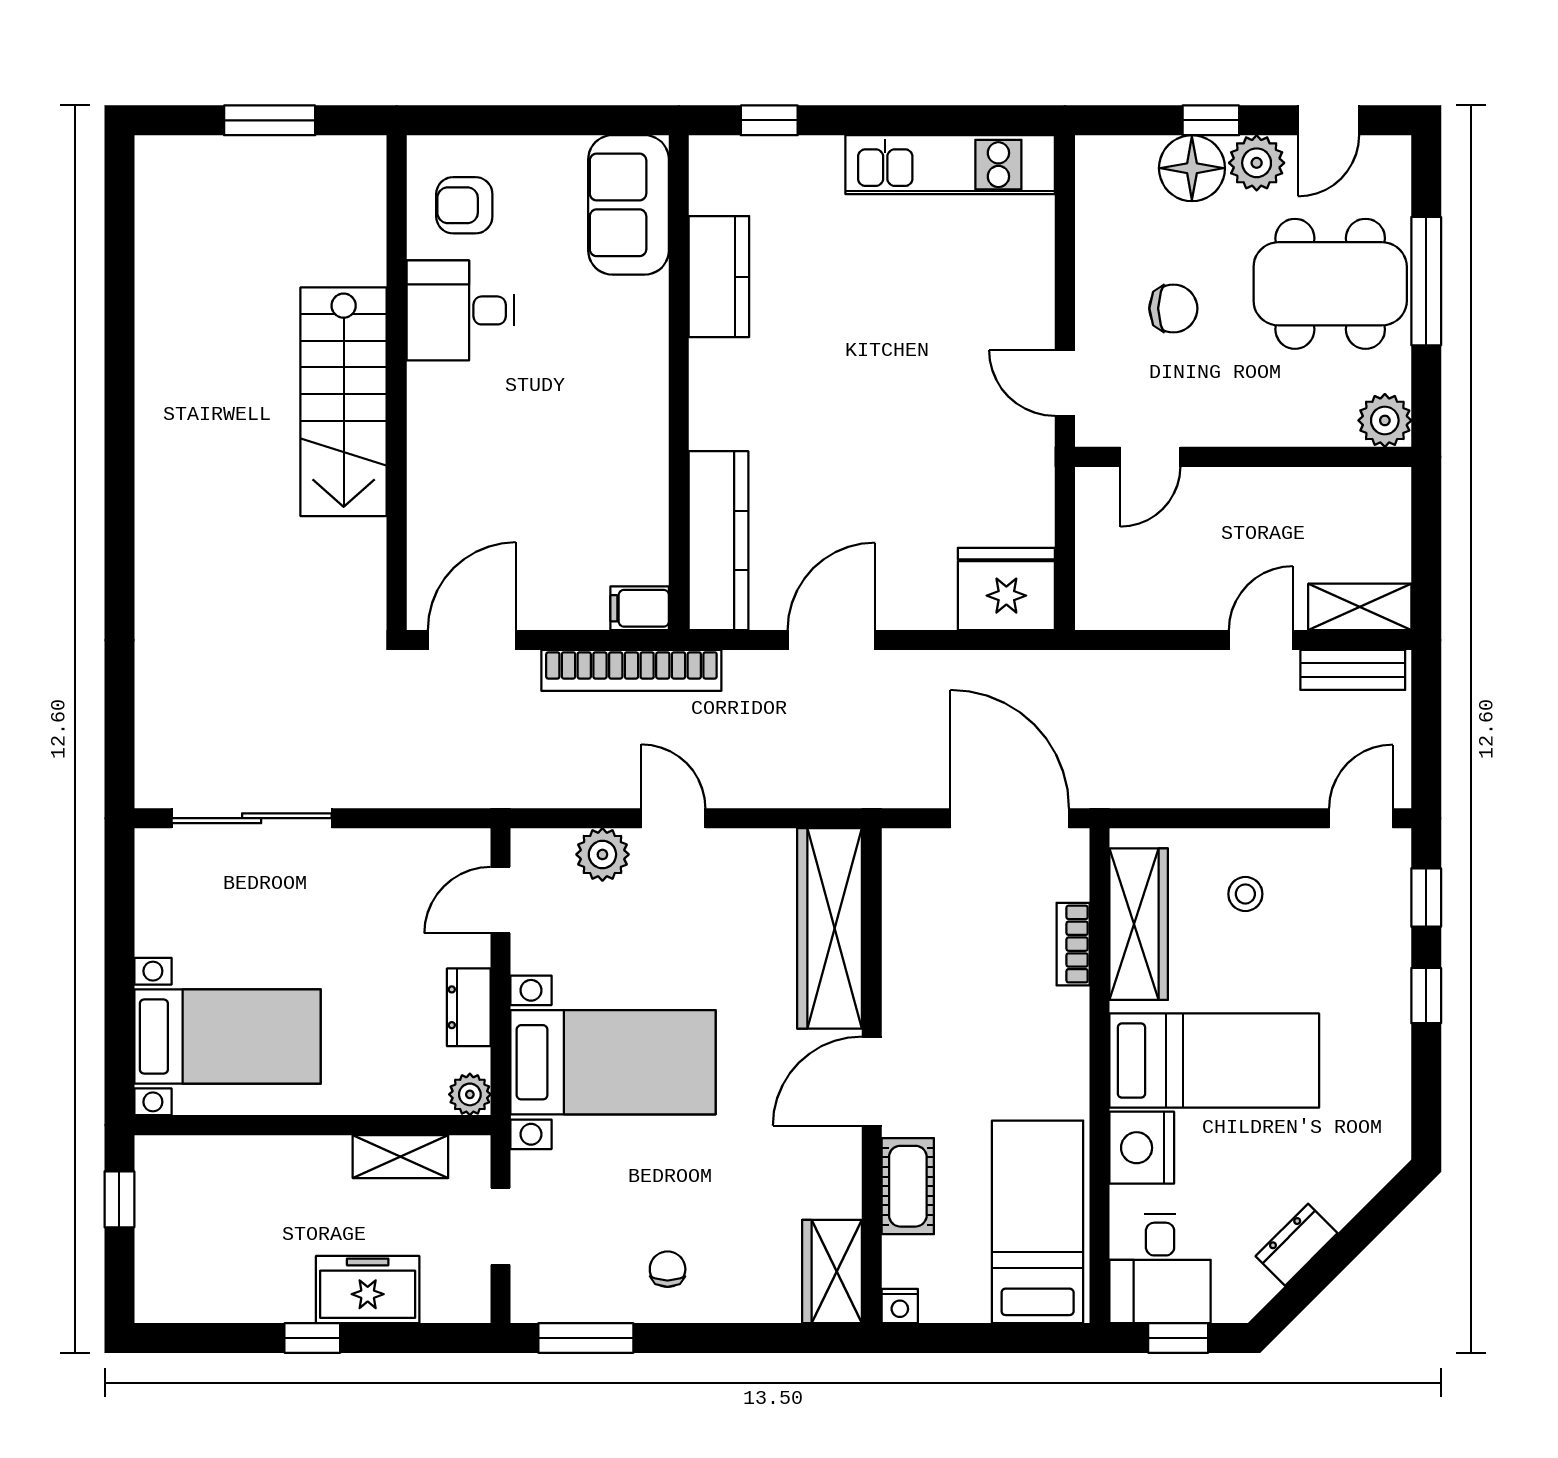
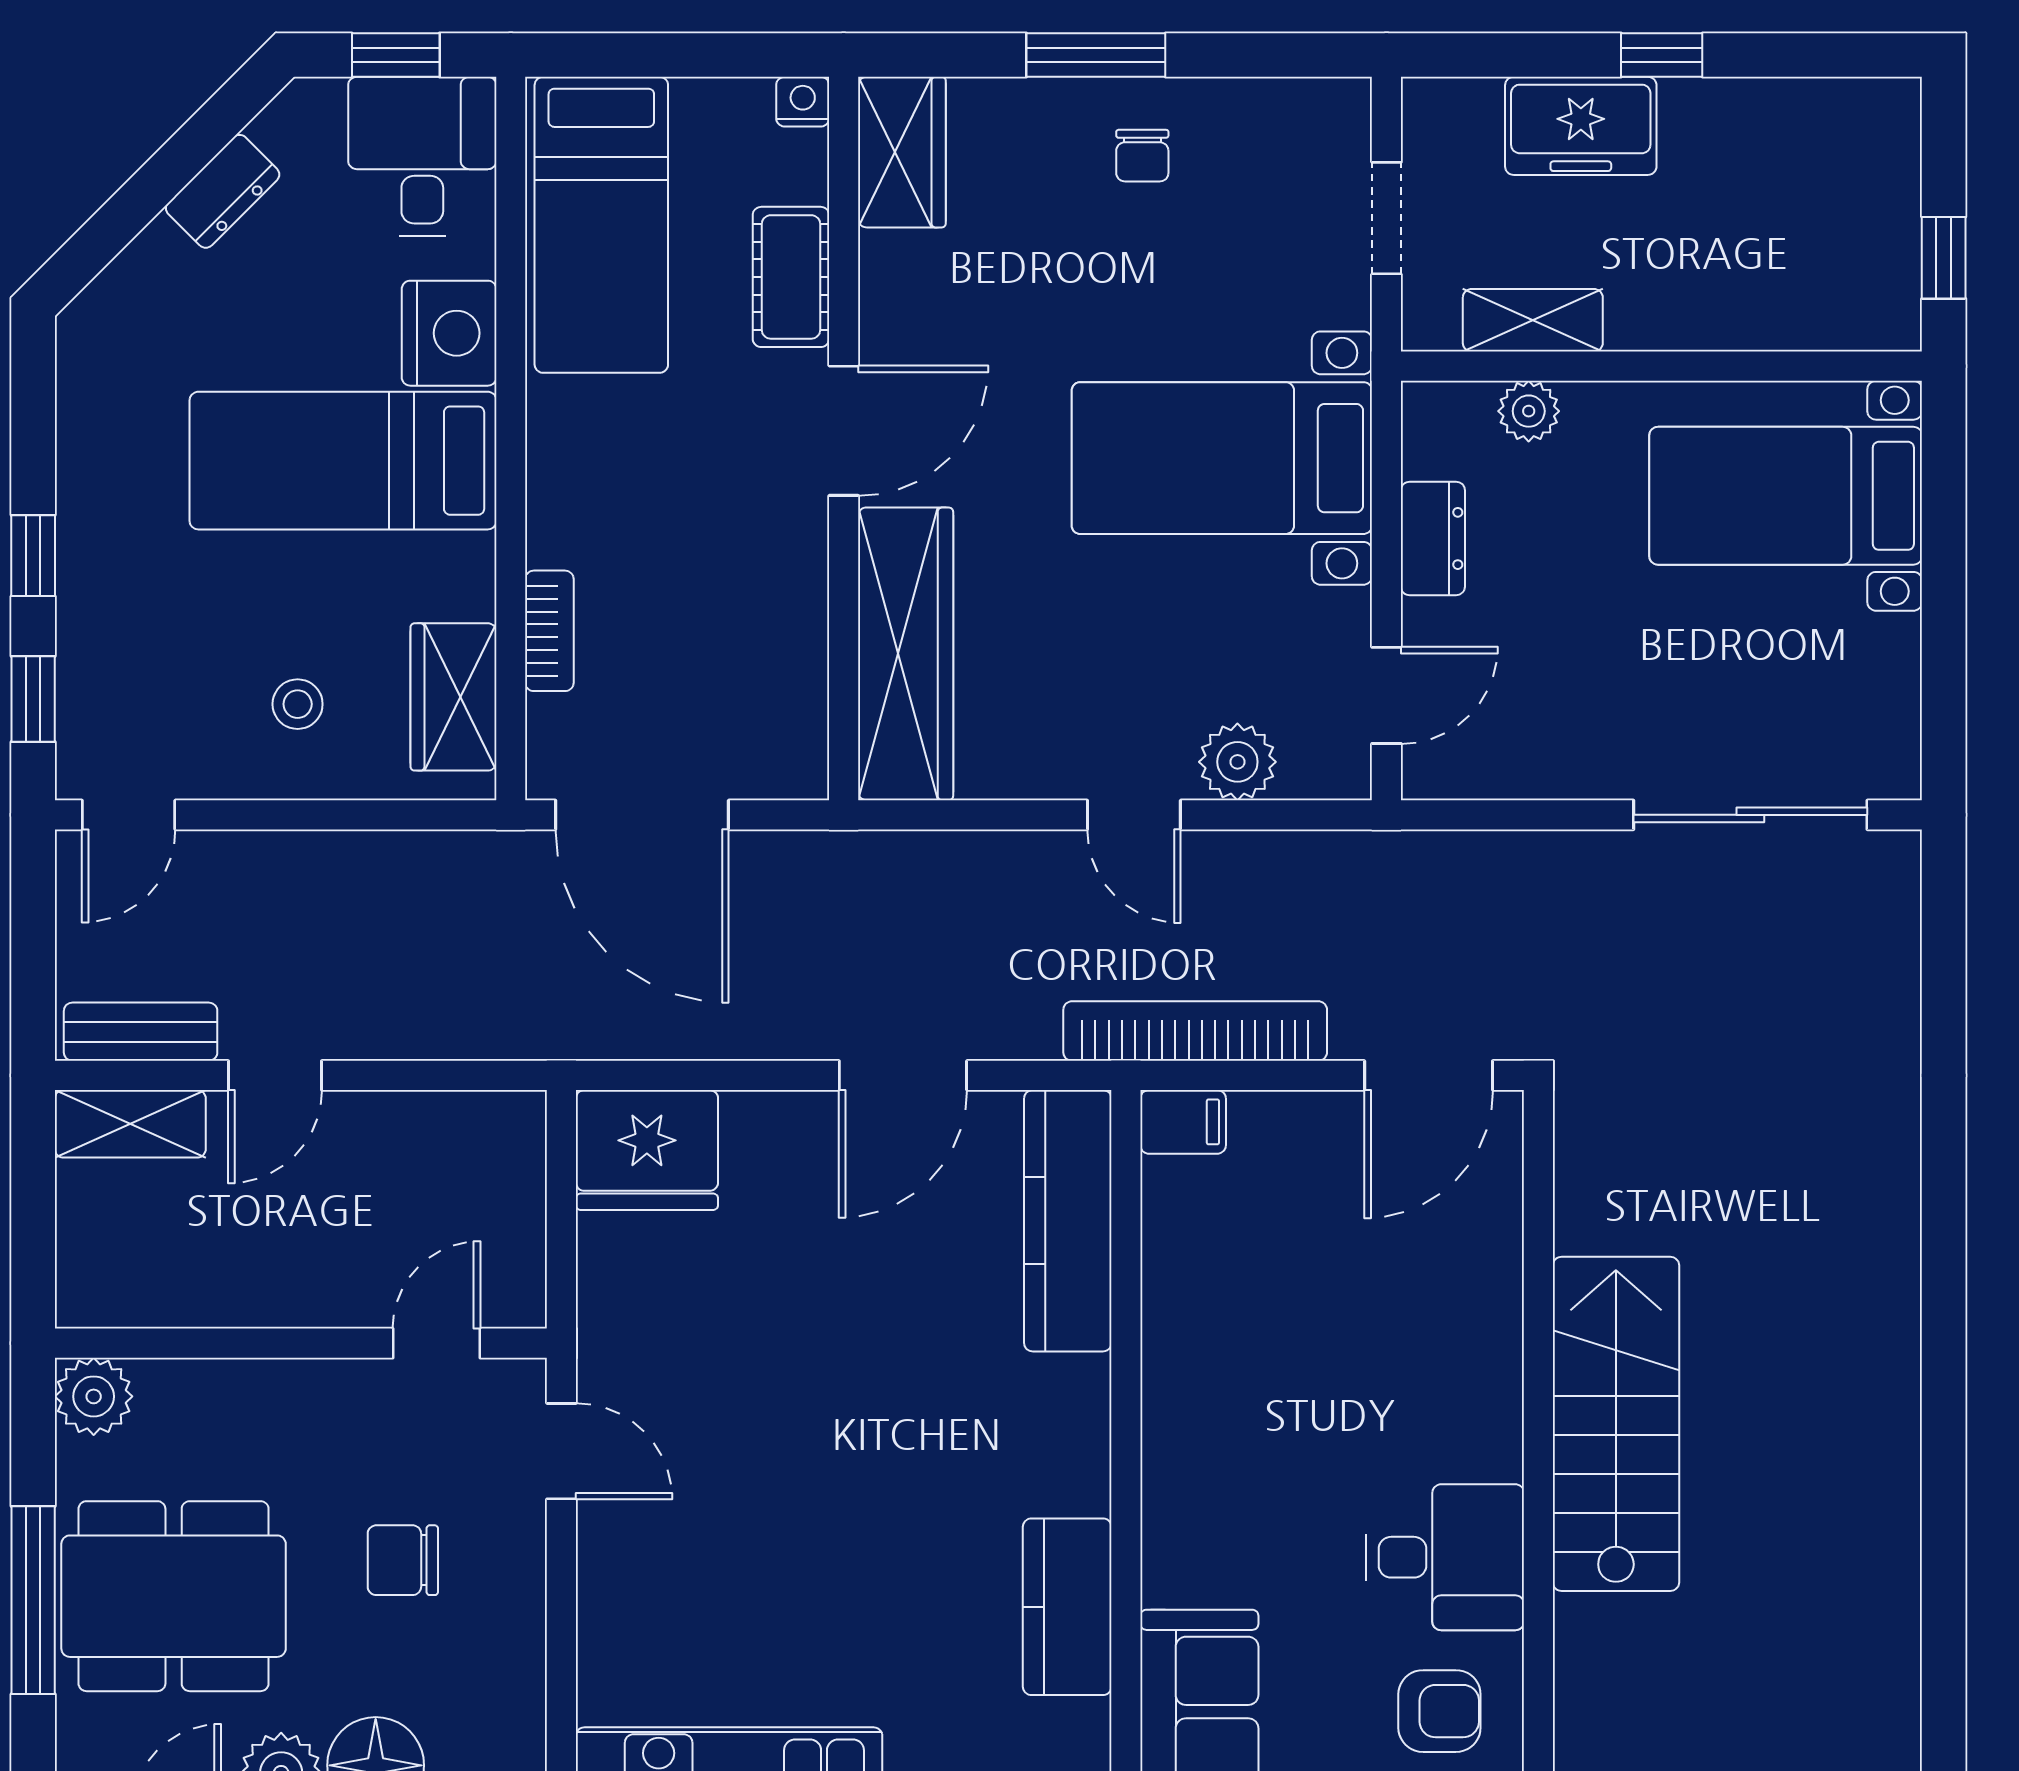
wardrobe: (1139, 924) -> (453, 697), width x0.67
plant: (470, 1094) -> (1529, 411), moved
window: (586, 1338) -> (1096, 55), moved

